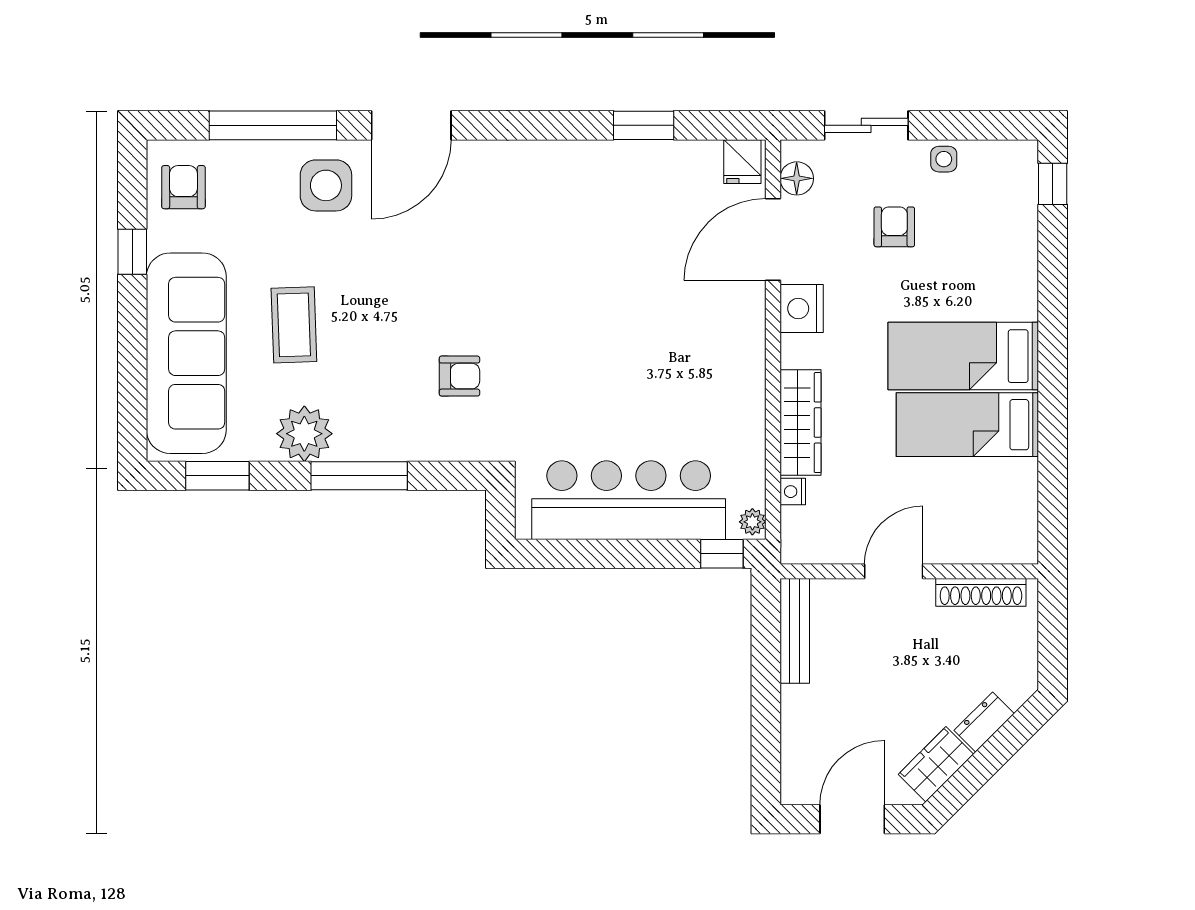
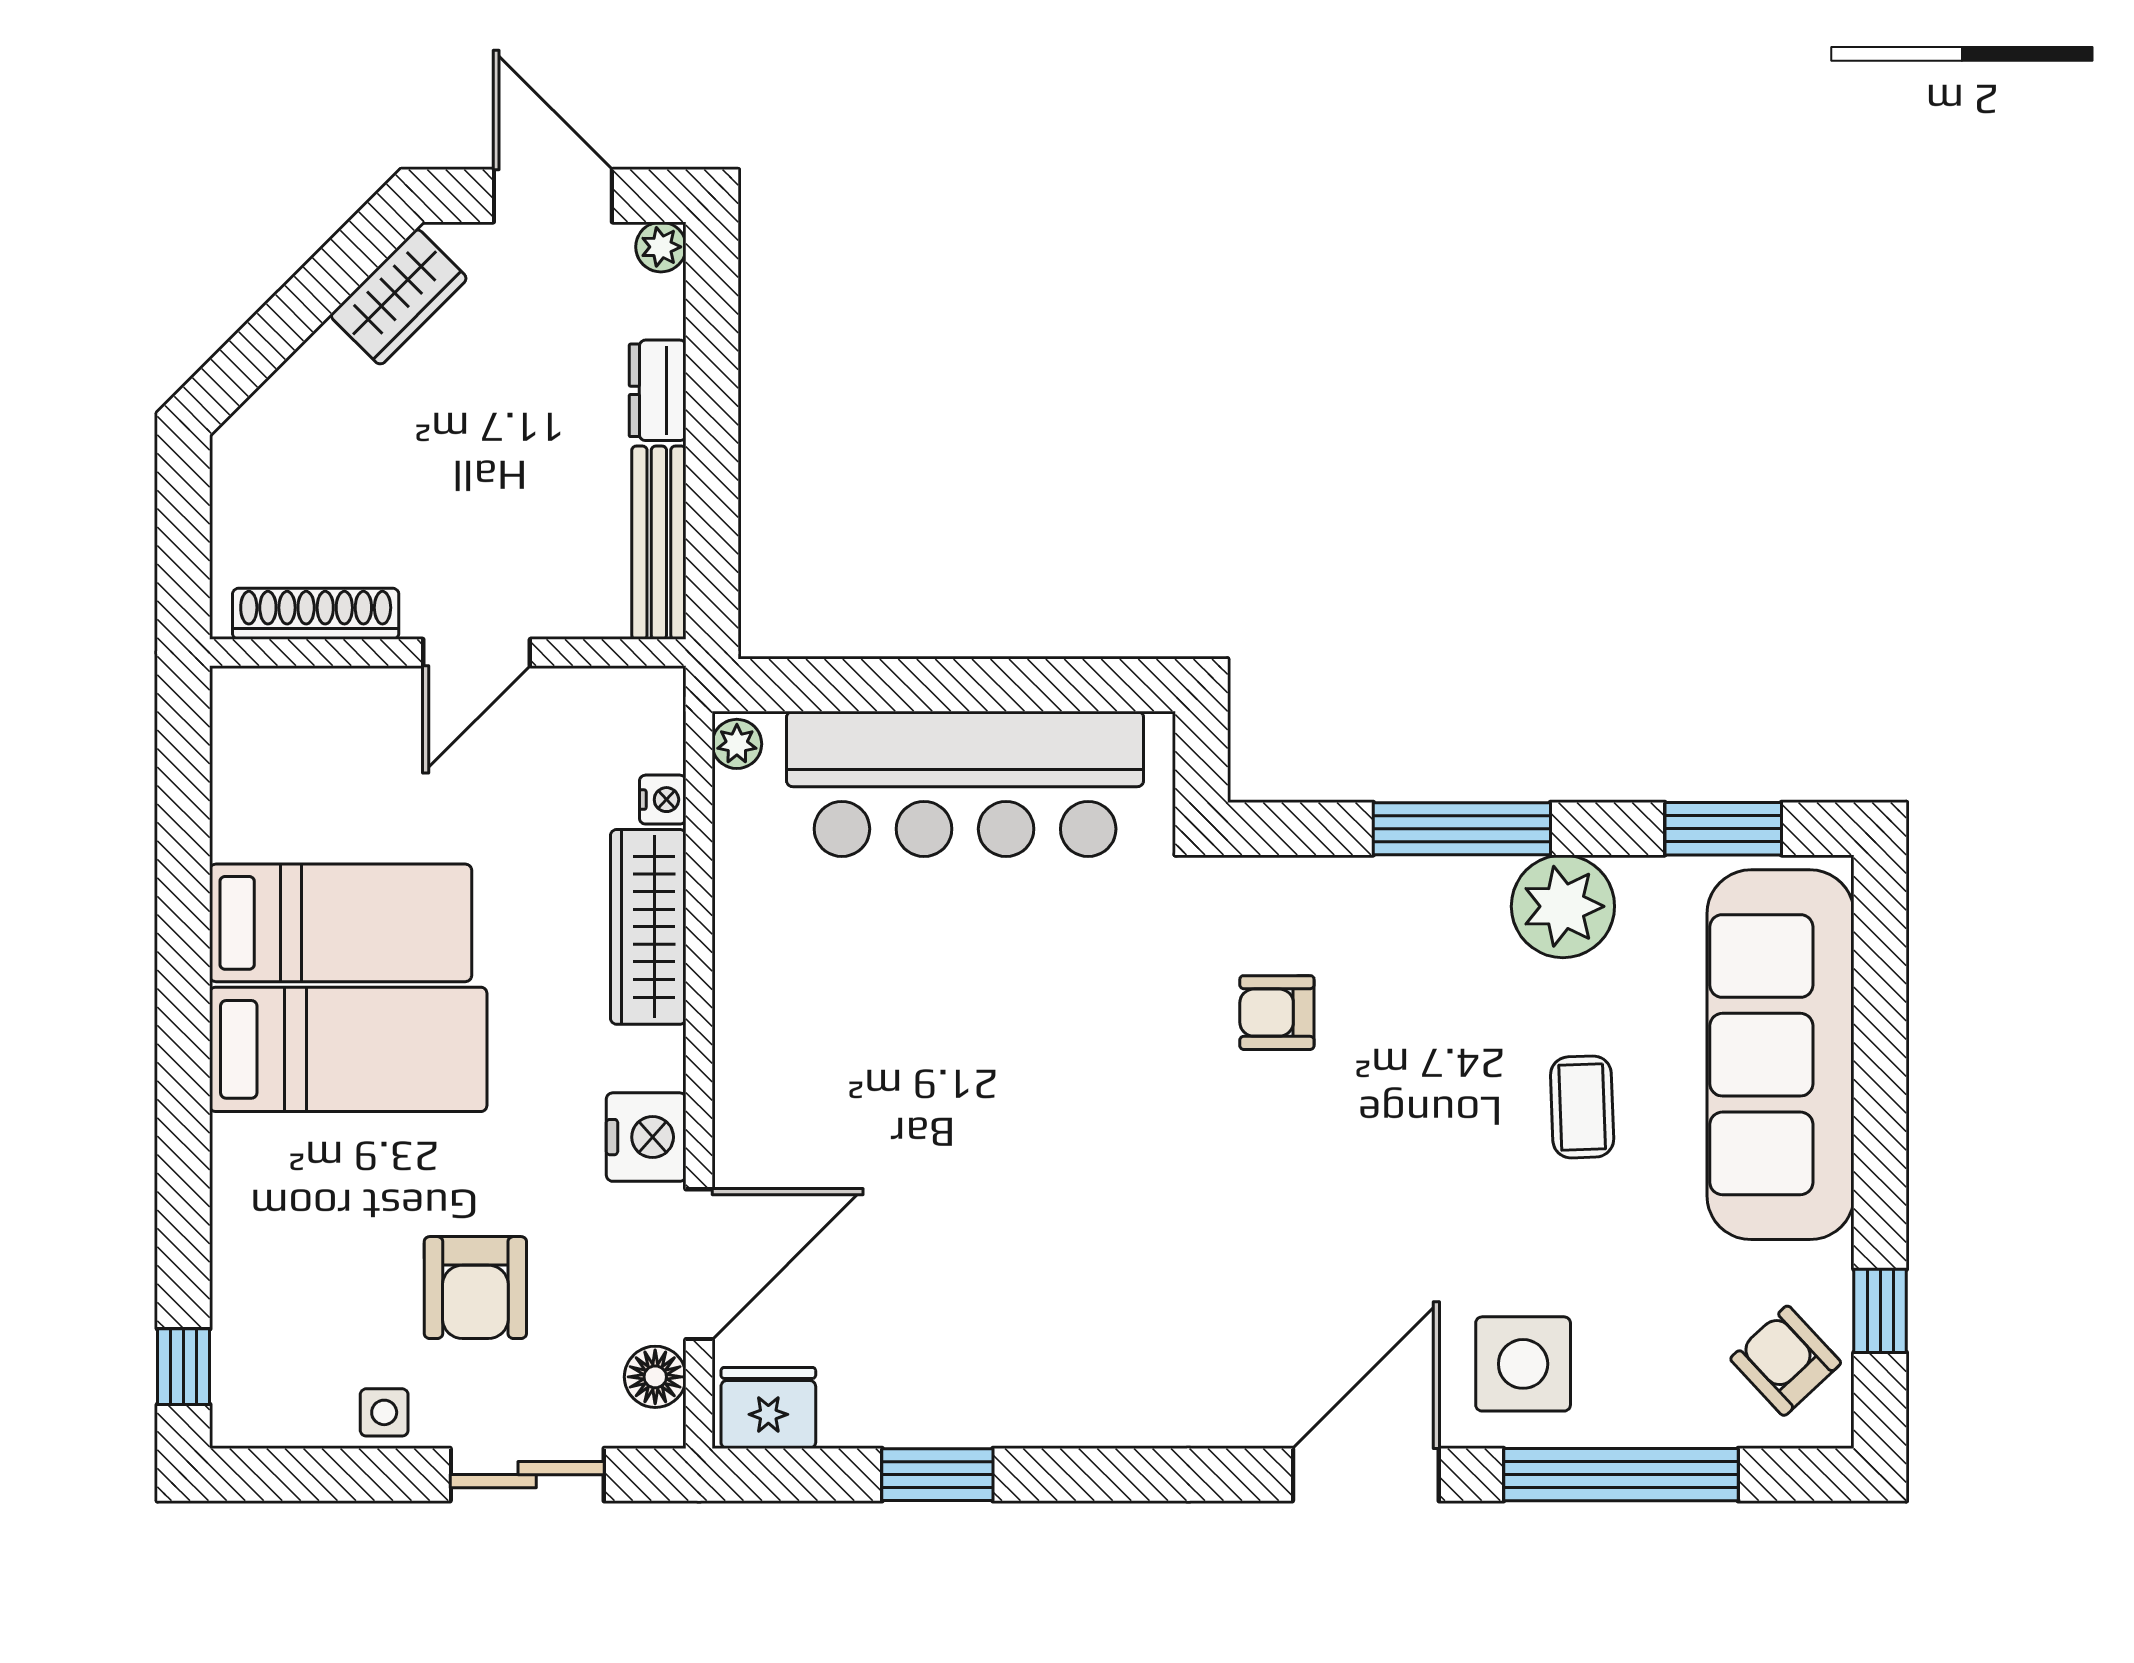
fridge: (742, 162) -> (768, 1408), width x1.38
armchair: (183, 187) -> (1786, 1361), turned 137
armchair: (894, 227) -> (475, 1288), width x1.38, depth x1.38
window: (132, 252) -> (1880, 1311), moved
coffee table: (294, 325) -> (1582, 1107), width x0.73, depth x0.77
window: (722, 554) -> (793, 685), removed
dresser: (984, 722) -> (658, 390), moved, turned 135
plant: (794, 791) -> (661, 247), added
door: (852, 819) -> (553, 196), swing flipped

